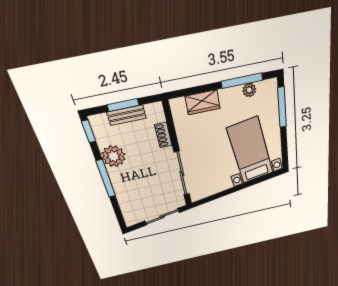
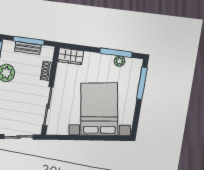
wardrobe: (203, 102) -> (70, 56), moved
window: (123, 105) -> (29, 41), width x1.44
bed with nightstands: (250, 151) -> (99, 109), width x1.36

